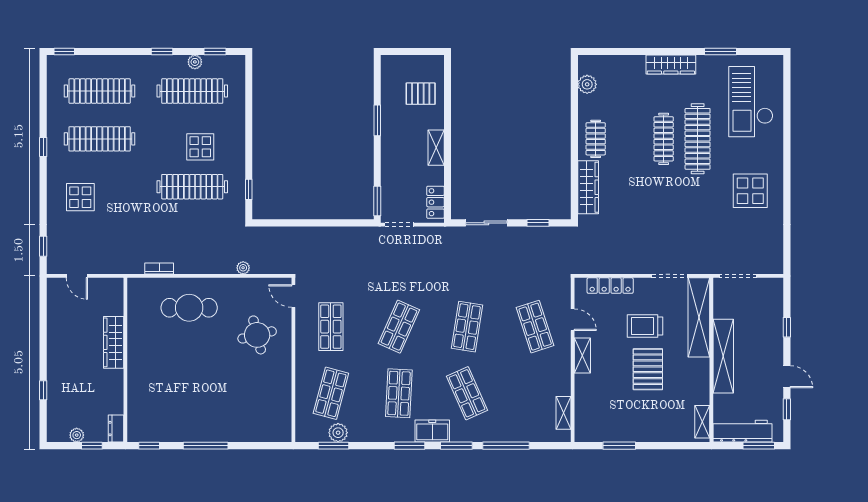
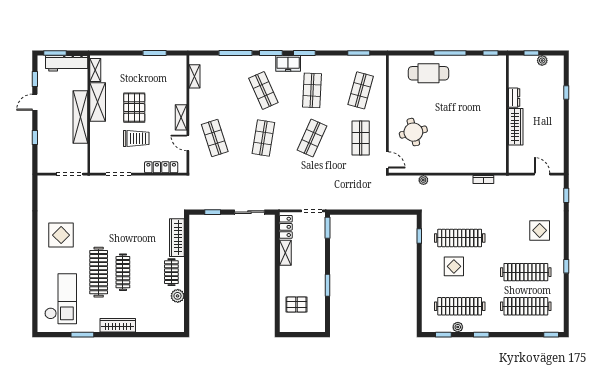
plant: (587, 84) -> (178, 296), moved
shelving: (436, 148) -> (285, 253), moved
cafe table: (189, 308) -> (428, 73), moved
shelving: (699, 317) -> (98, 102), moved, width x0.68
door: (787, 377) -> (35, 102), hinge flipped
dresser: (116, 429) -> (514, 98), moved
plant: (338, 433) -> (355, 62), removed

